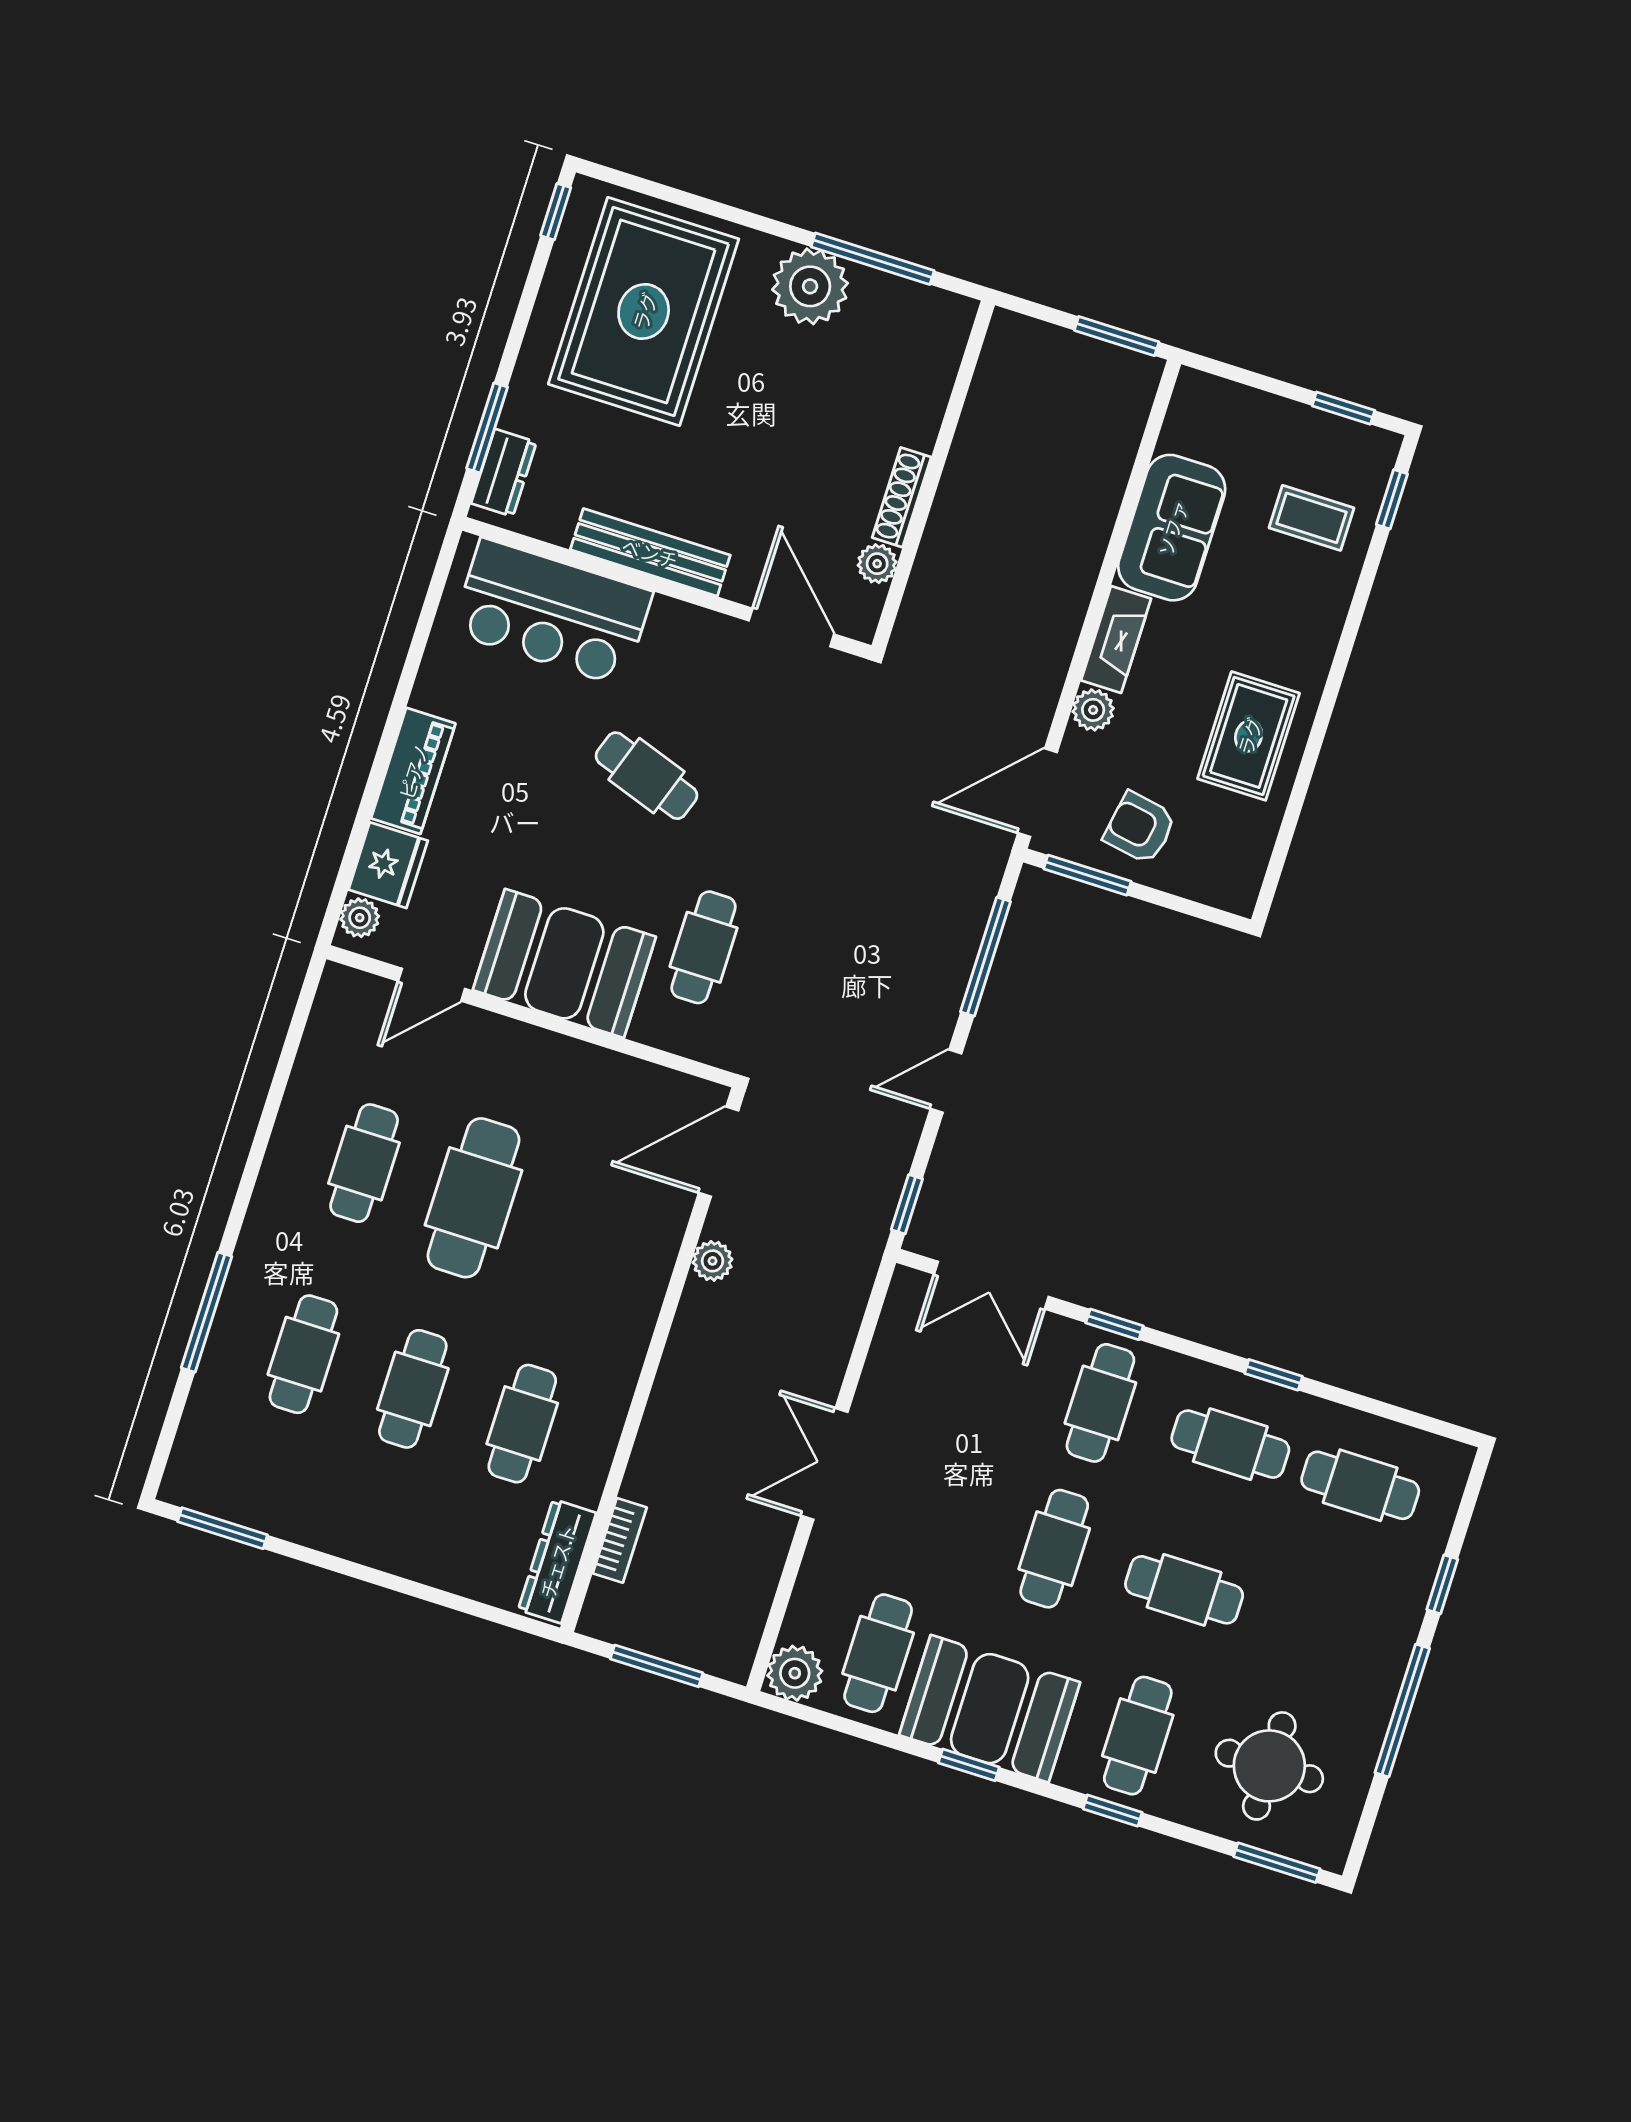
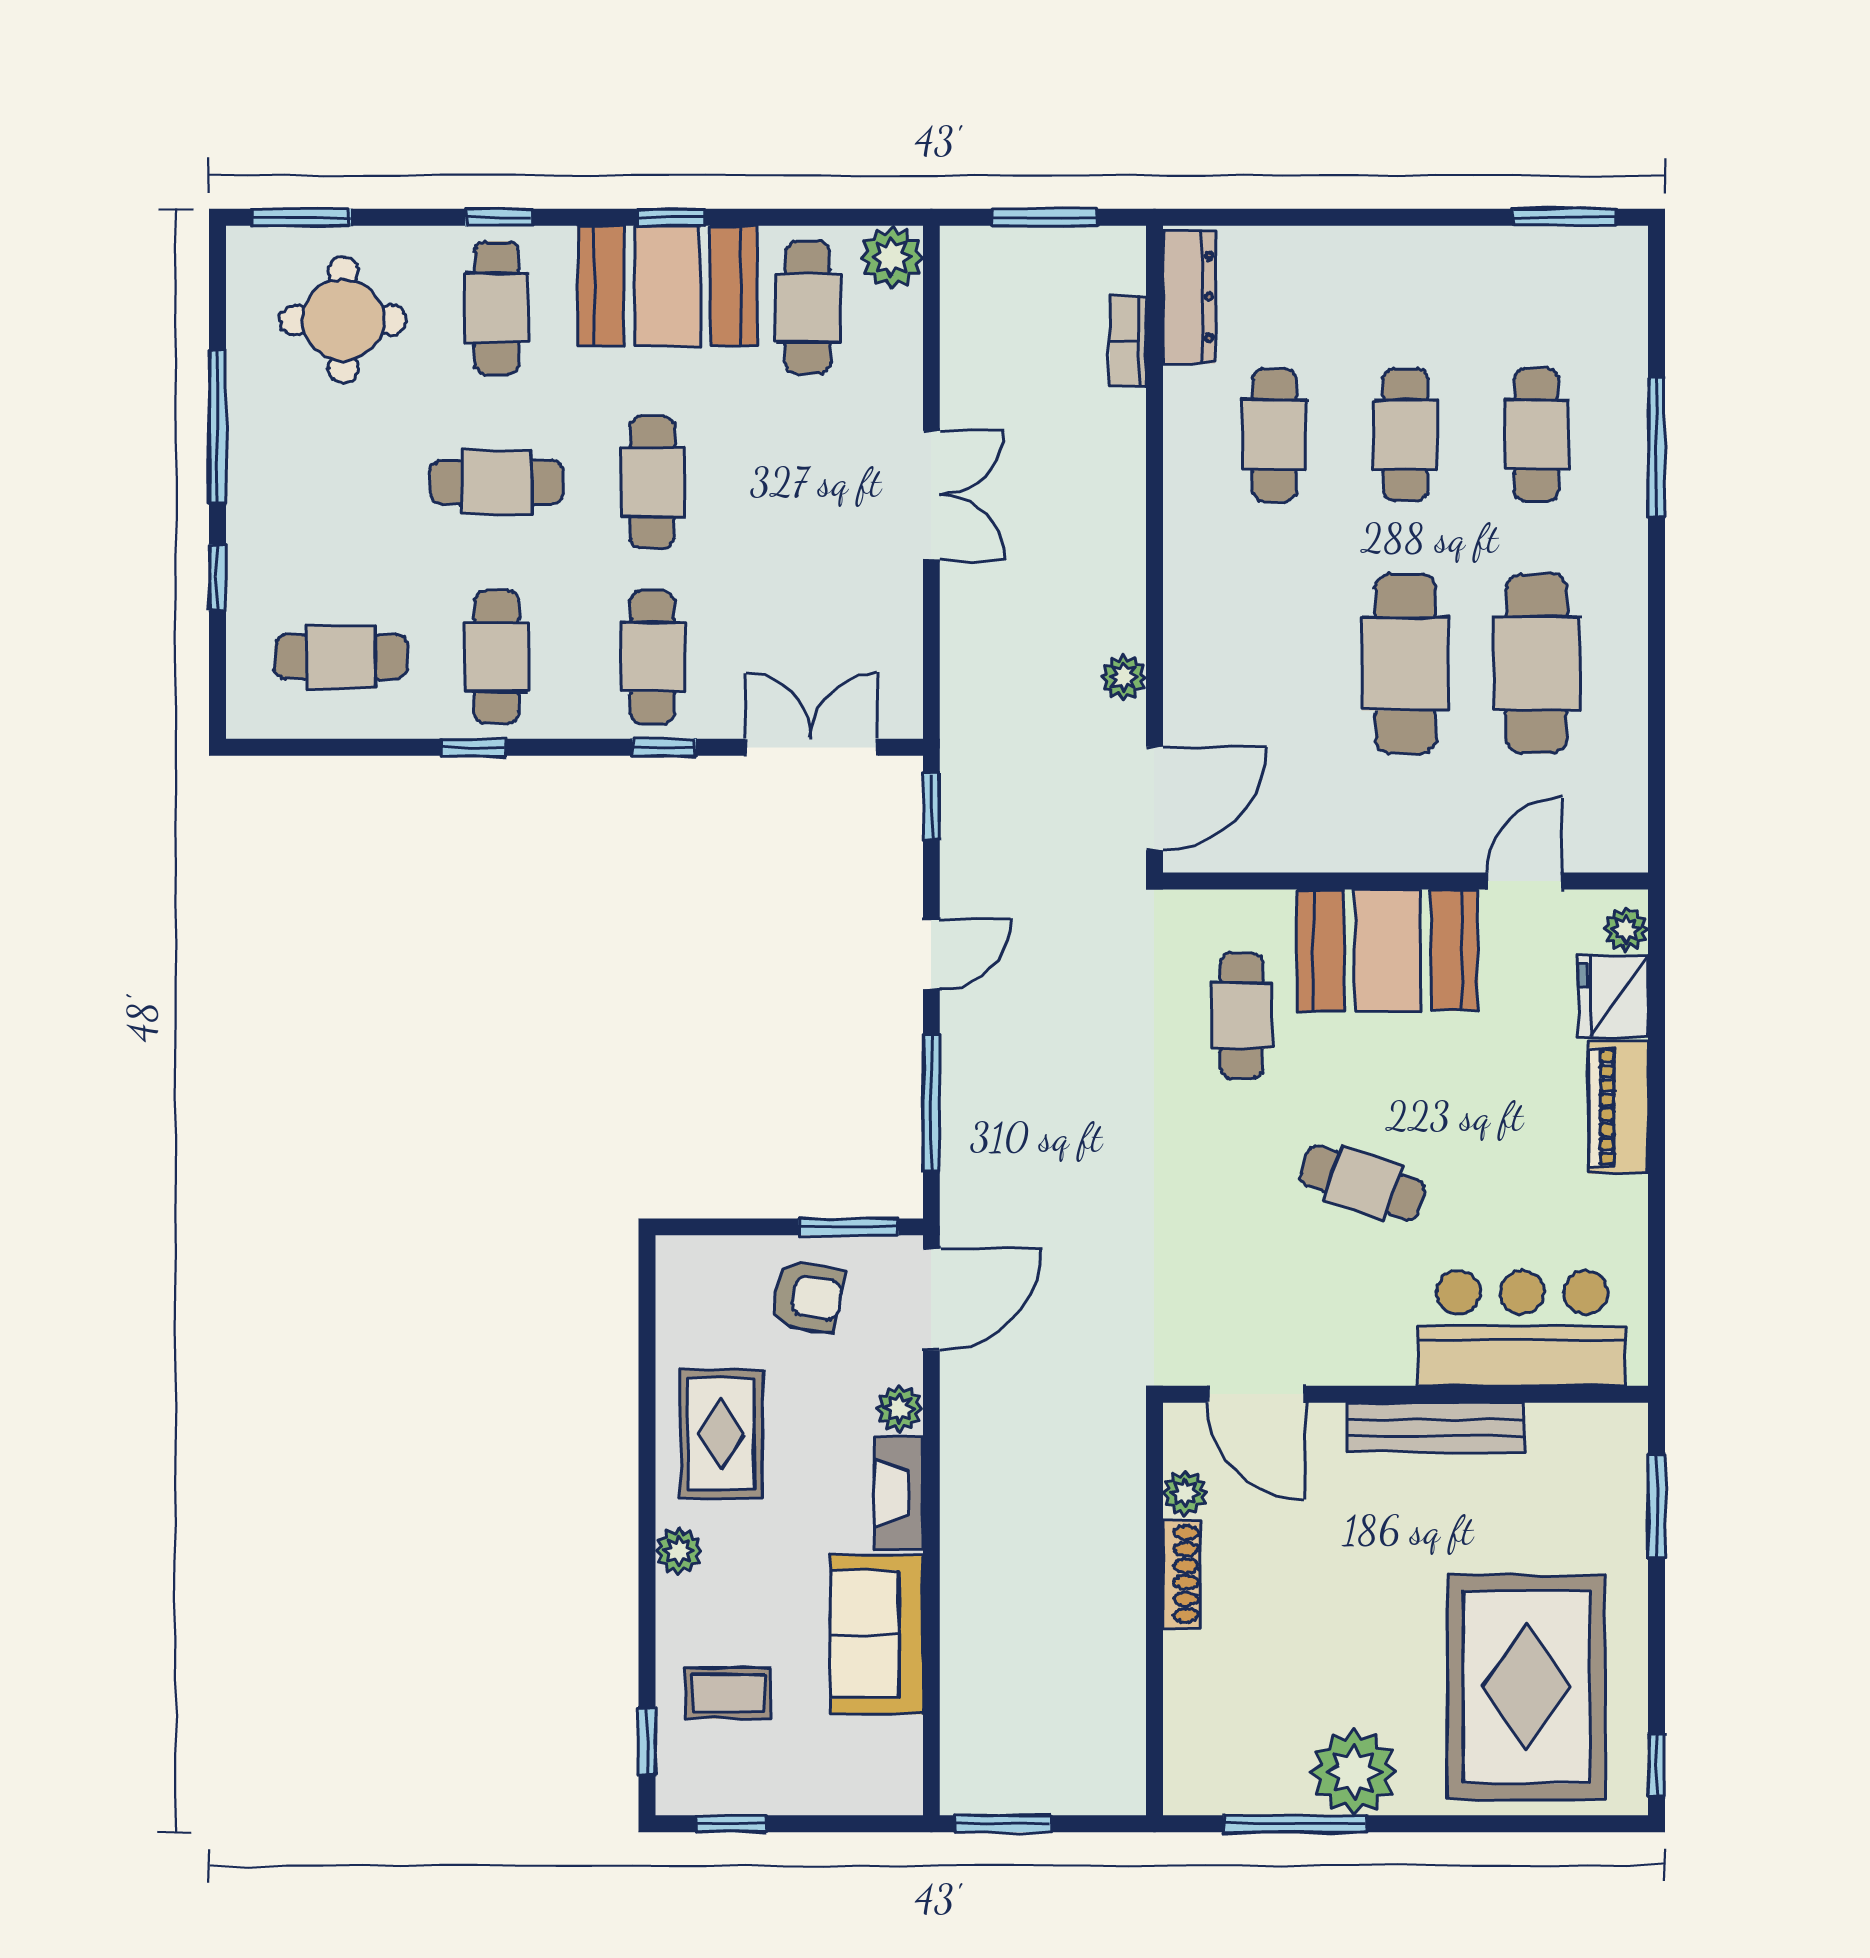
dresser: (504, 473) -> (1623, 1463), removed
plant: (1315, 650) -> (679, 1551), added
cafe table: (364, 1163) -> (1537, 664), width x1.37, depth x1.35
cafe table: (1230, 1444) -> (497, 657), turned 90

